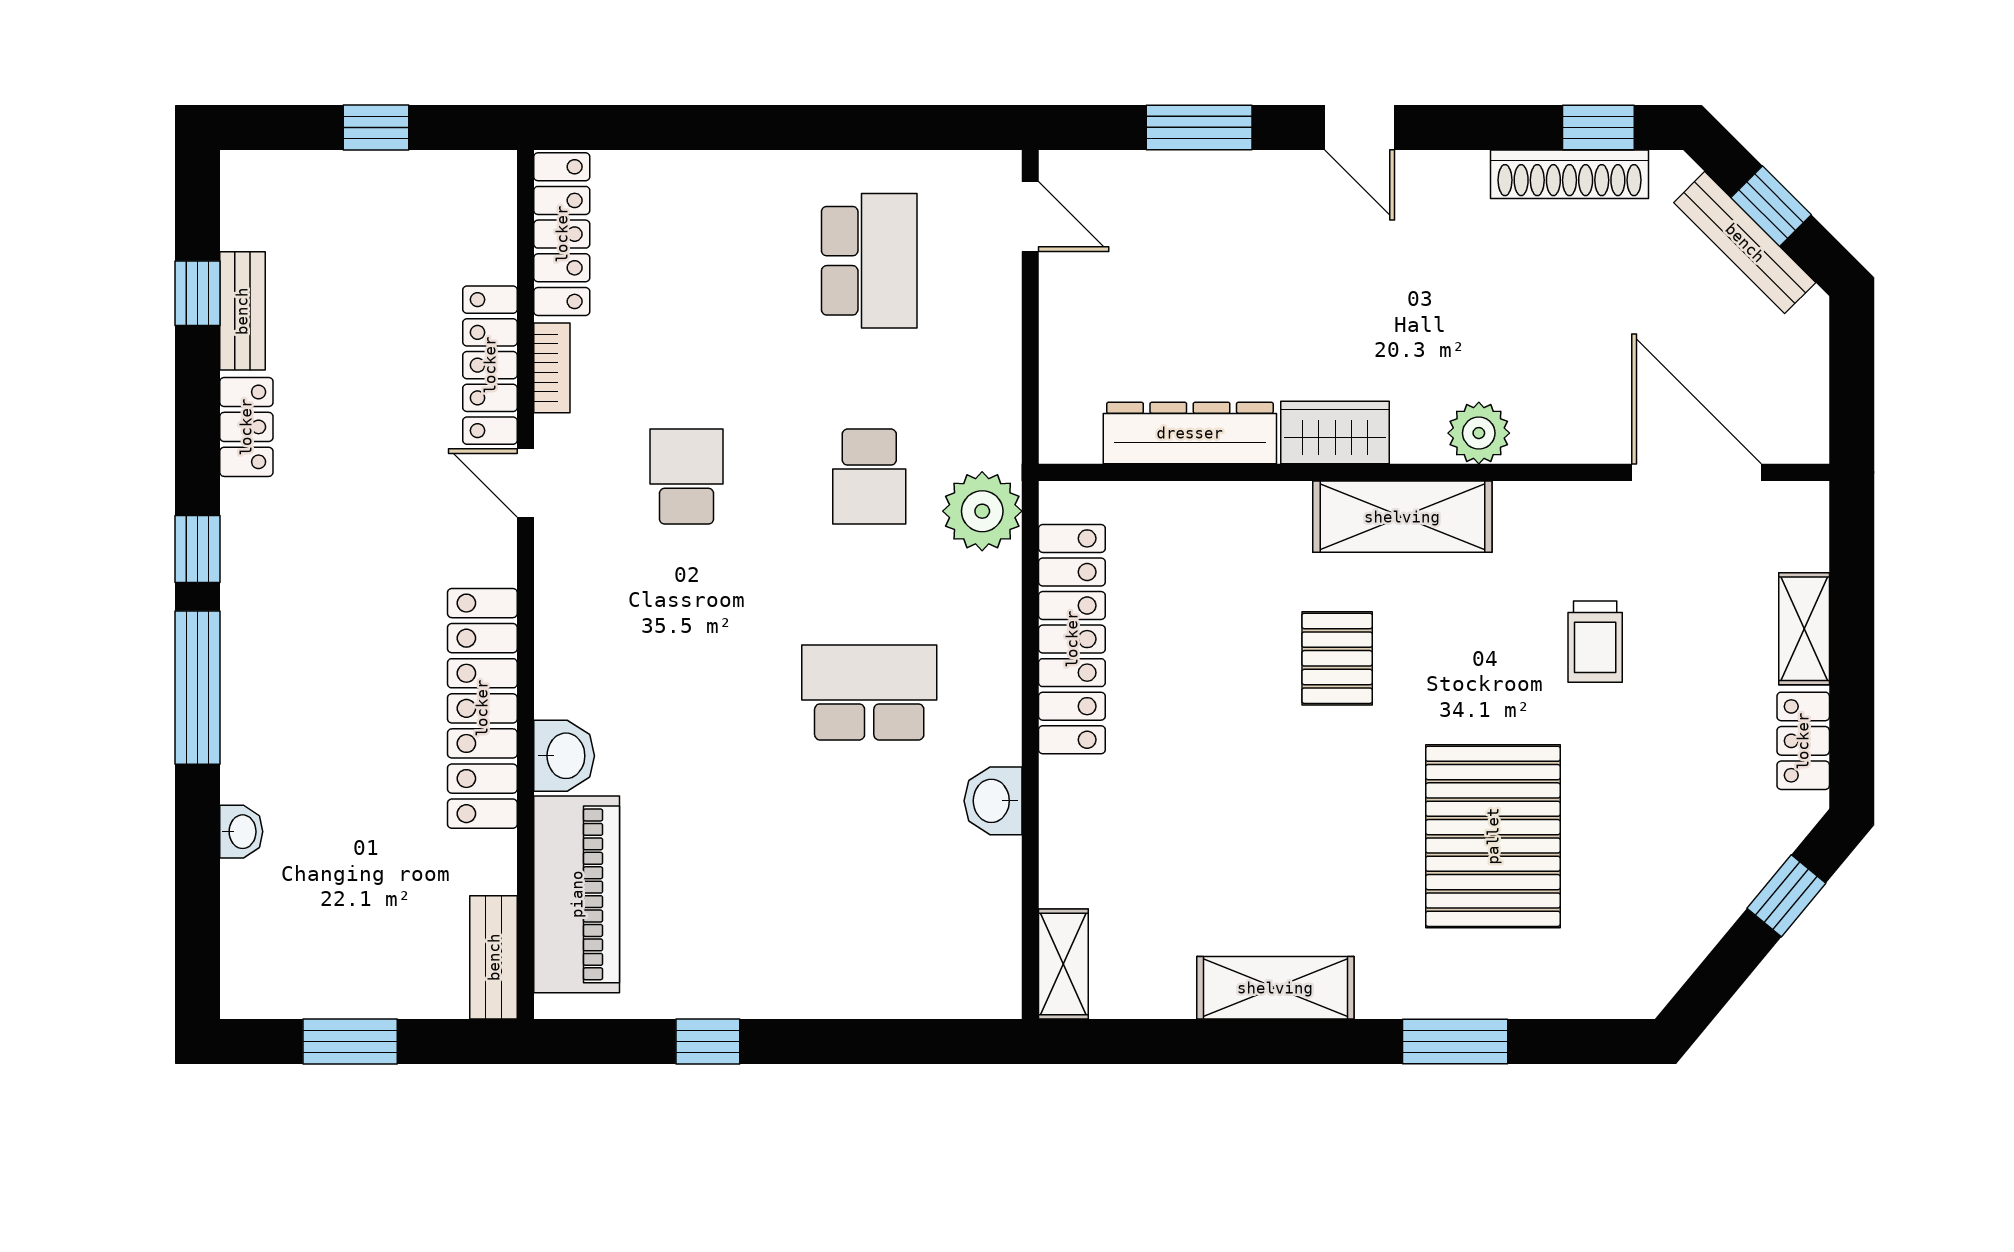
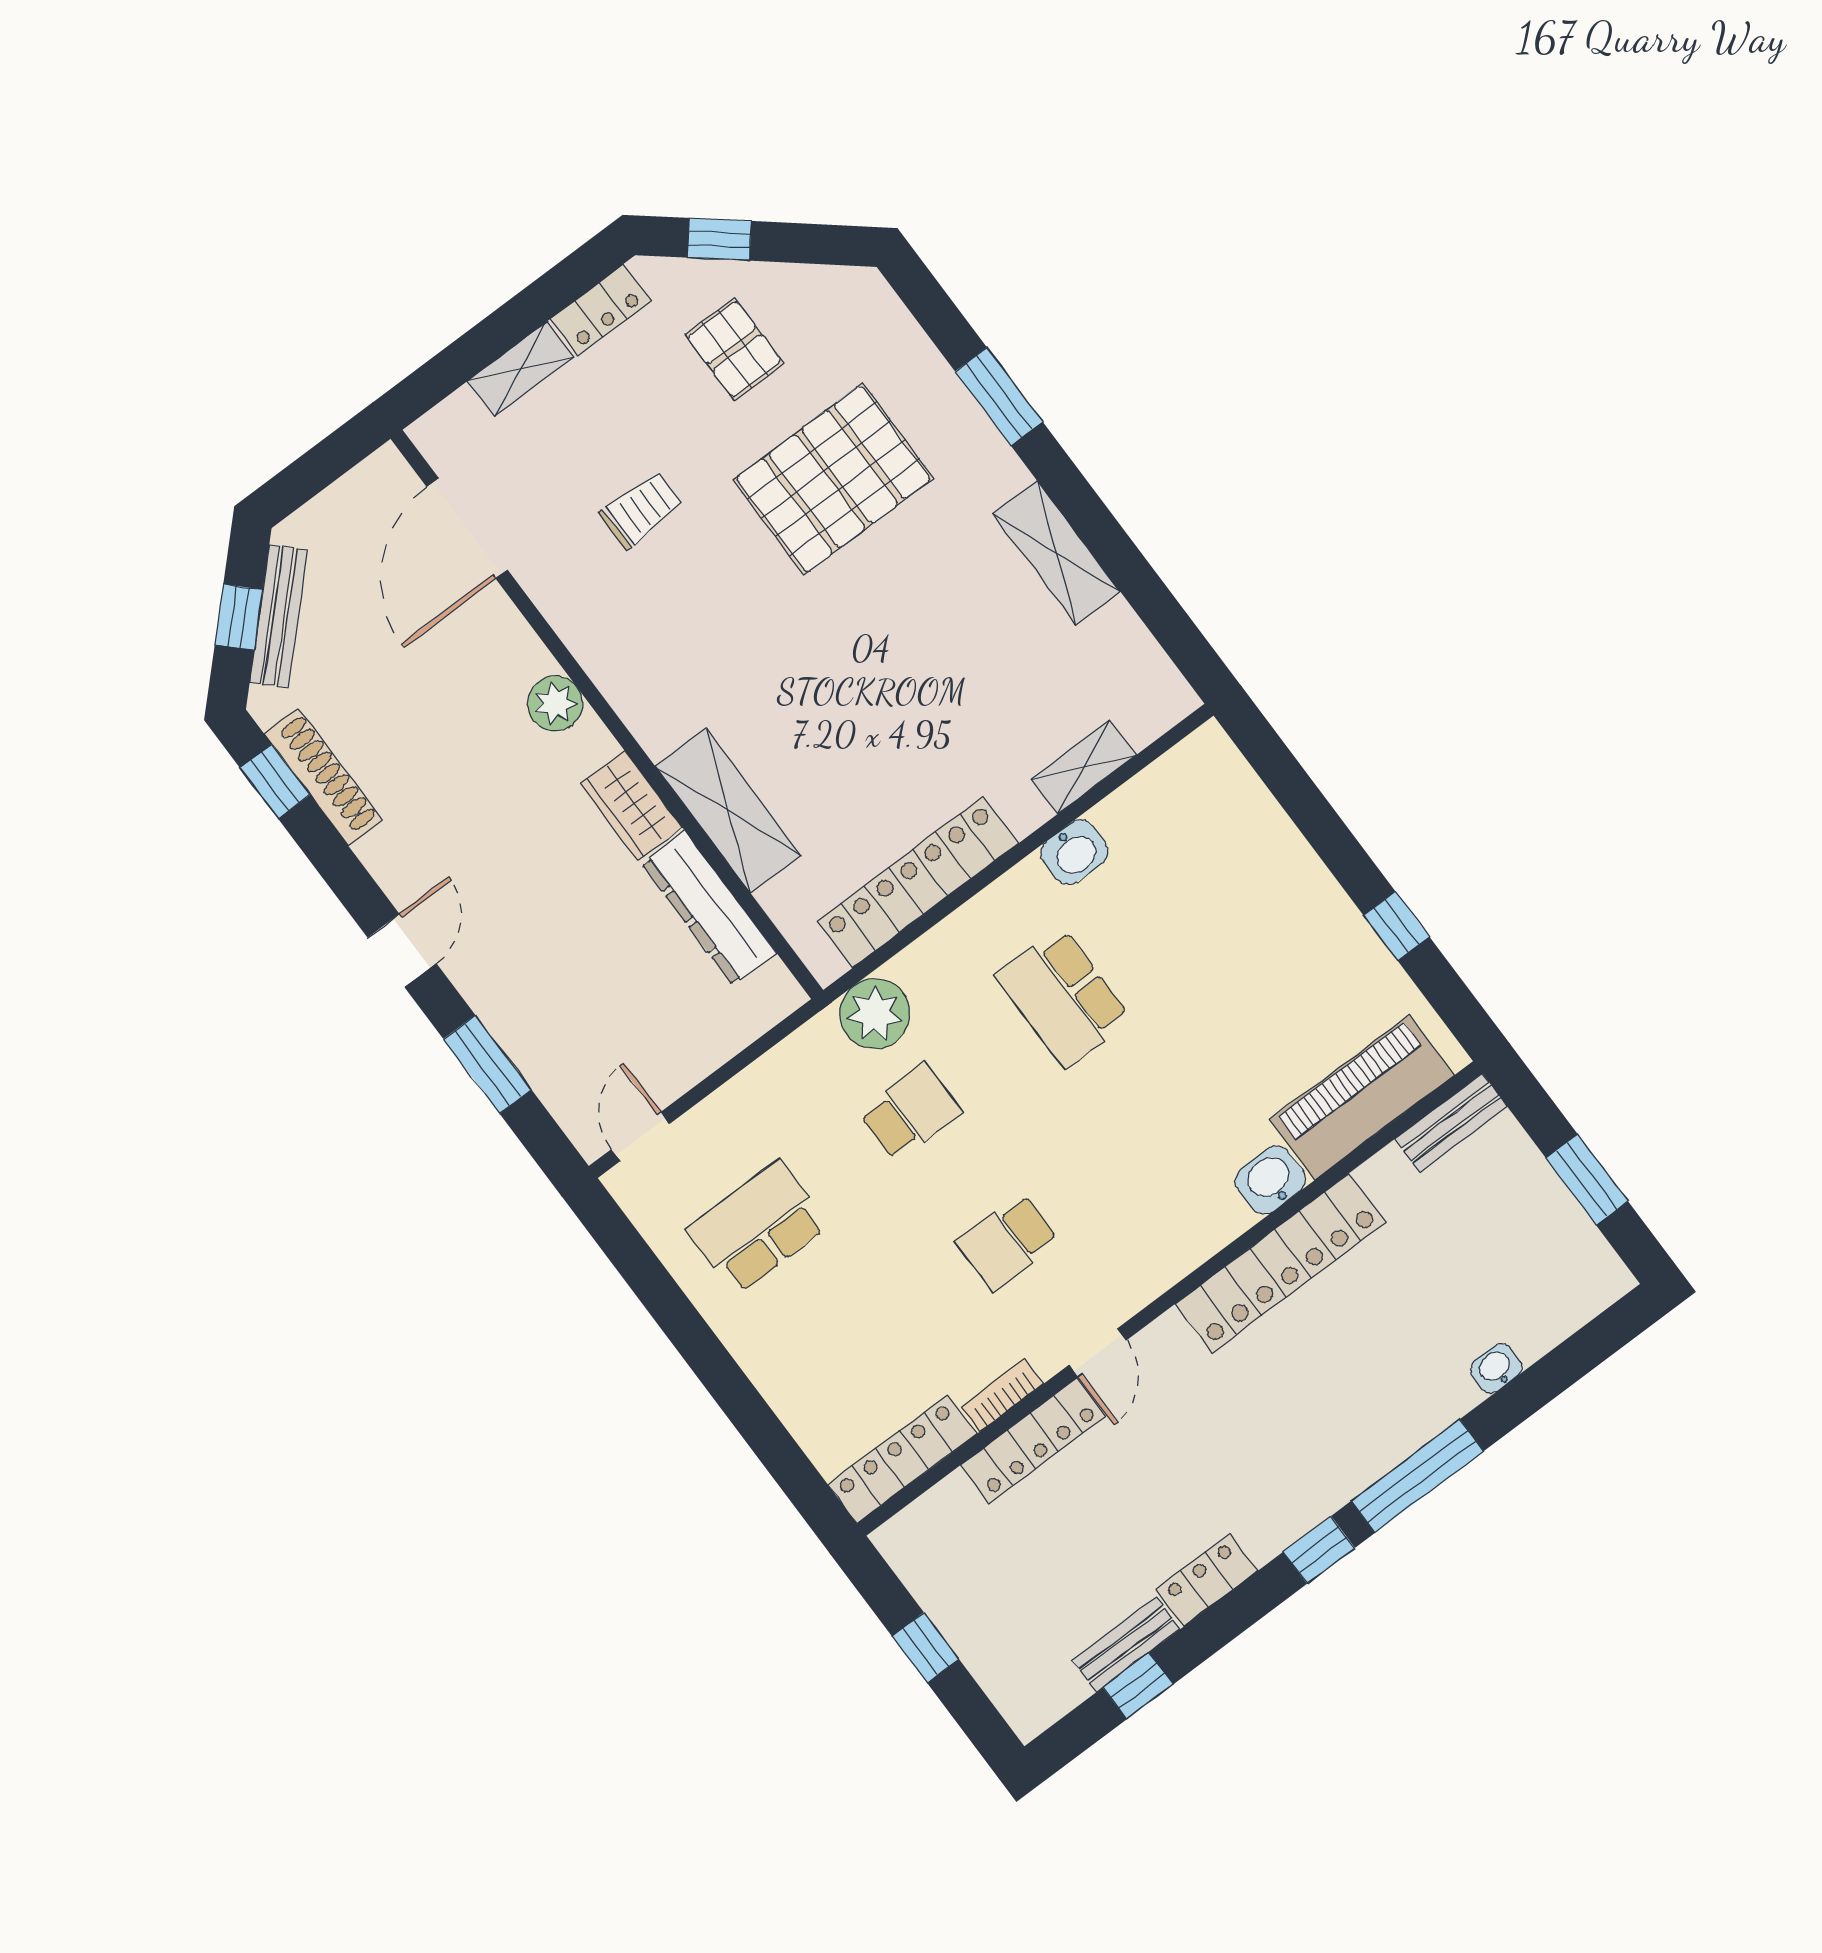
shelving: (1402, 517) -> (728, 811), moved
pallet: (1337, 658) -> (734, 349), moved, turned 90
shelving: (1063, 964) -> (1083, 767), moved

